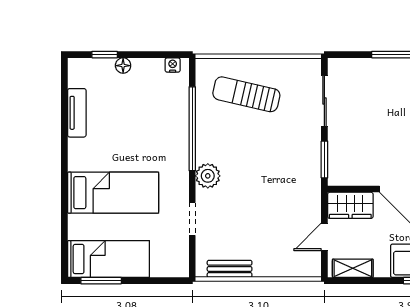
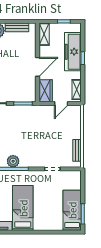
plant: (208, 176) -> (13, 161), moved
bed: (113, 193) -> (23, 208), moved
door: (324, 237) -> (61, 104), hinge flipped

